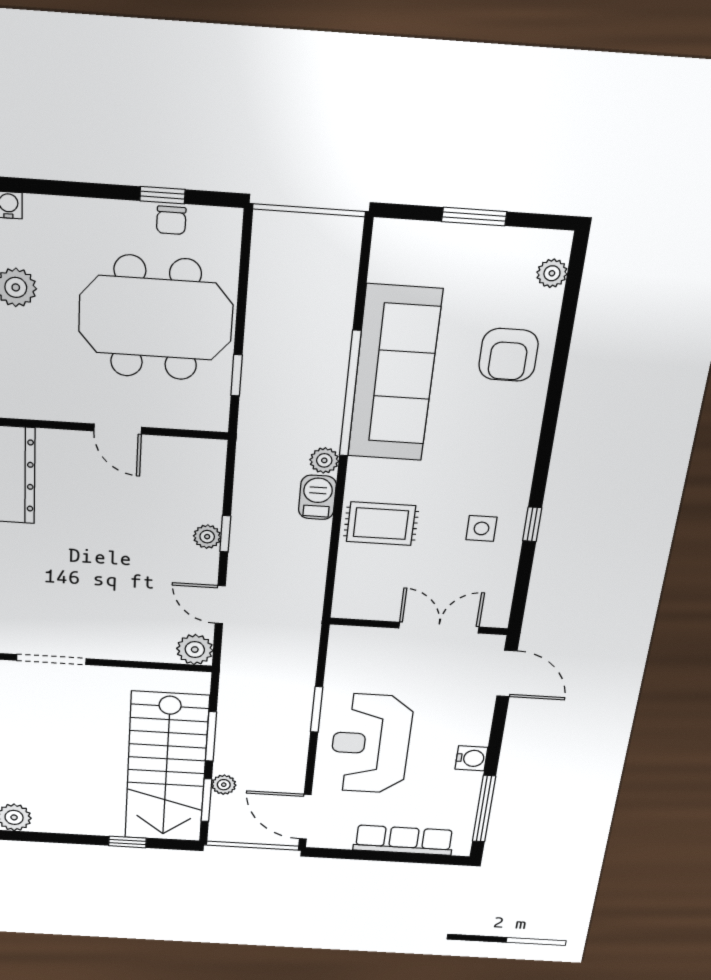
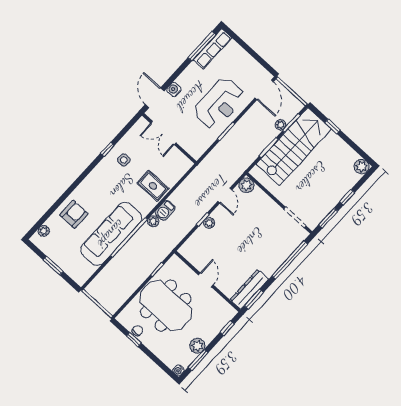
water cooler: (471, 758) -> (174, 90), moved
row of seats: (404, 840) -> (212, 49), moved, turned -90

